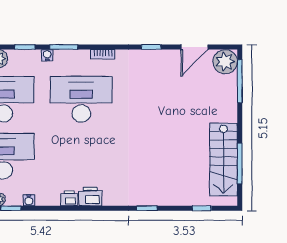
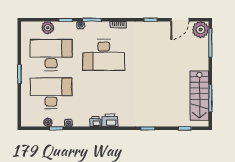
desk: (81, 99) -> (104, 55), turned 180

